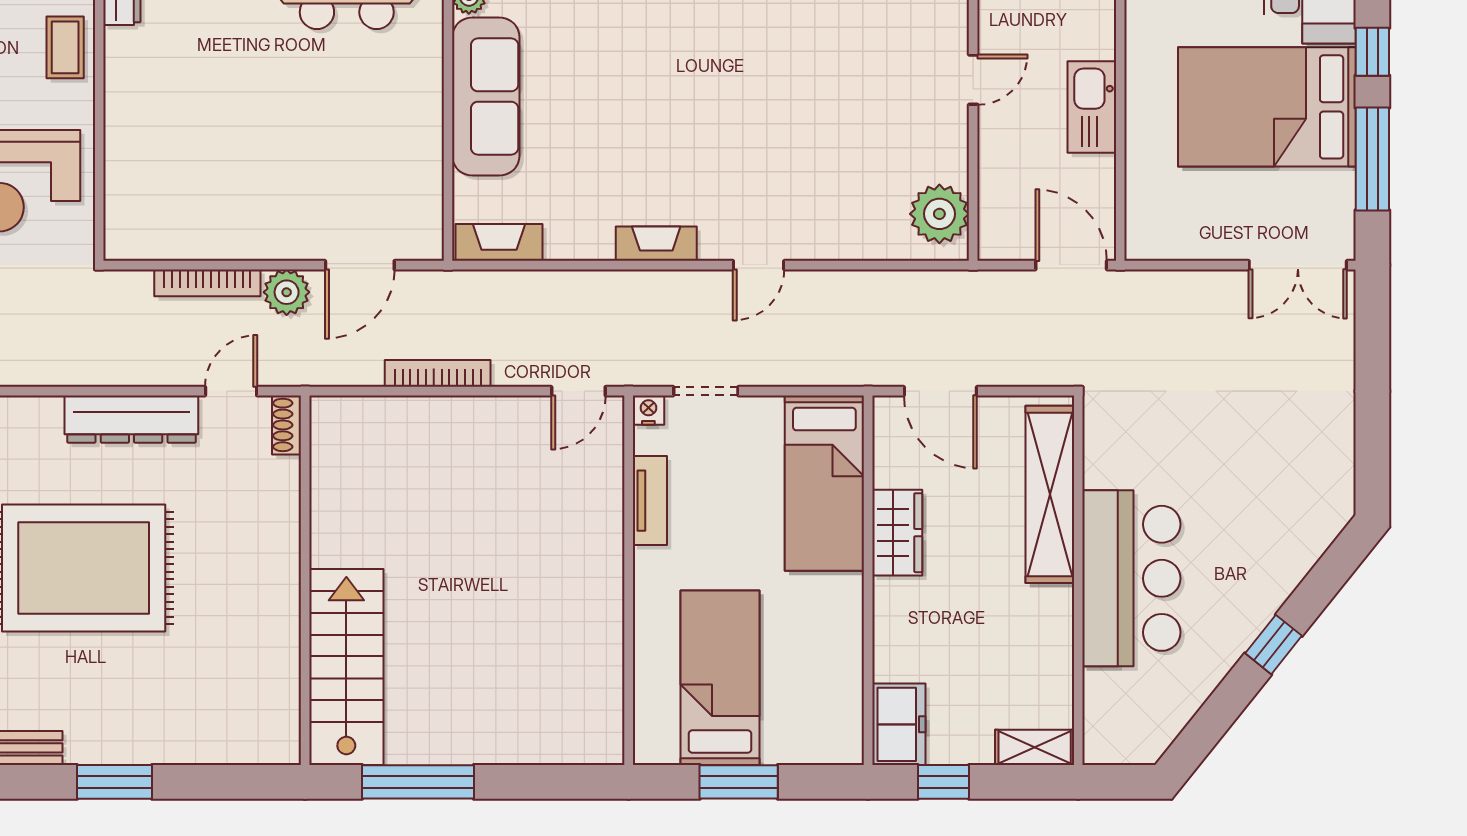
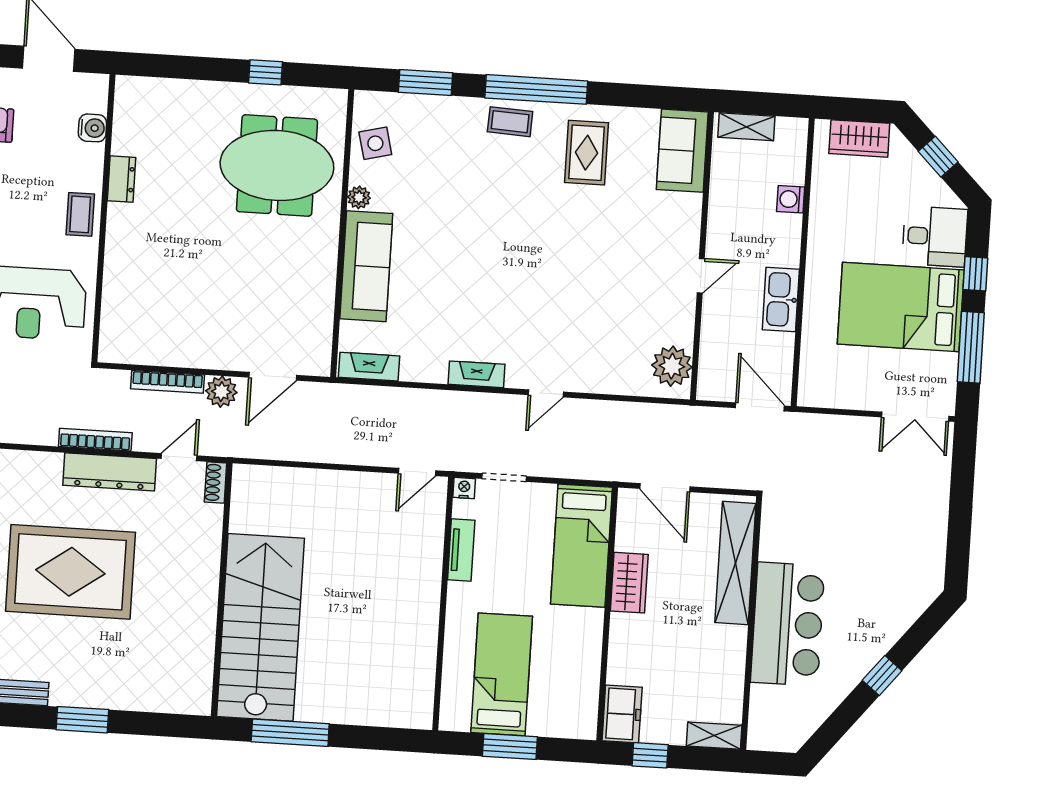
bookcase: (438, 373) -> (95, 440), moved
stairs: (346, 667) -> (260, 627), width x1.36, depth x1.51

